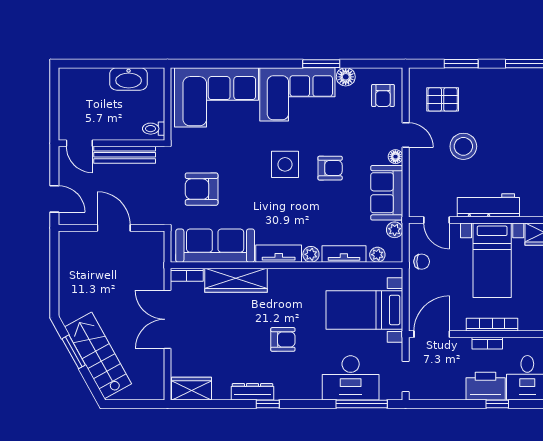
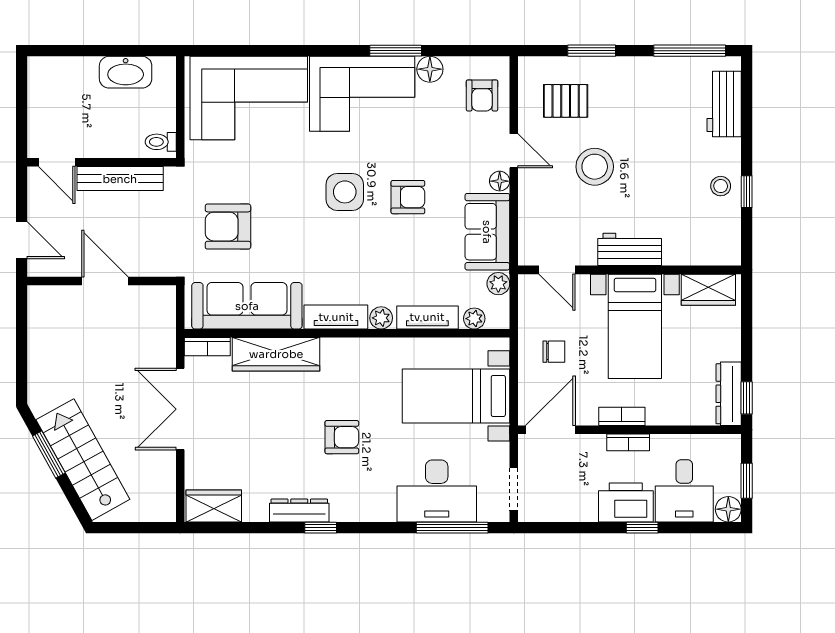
workbench: (488, 205) -> (630, 249), width x0.73
chair: (422, 262) -> (554, 352), moved
bookcase: (492, 325) -> (622, 416), width x0.64

